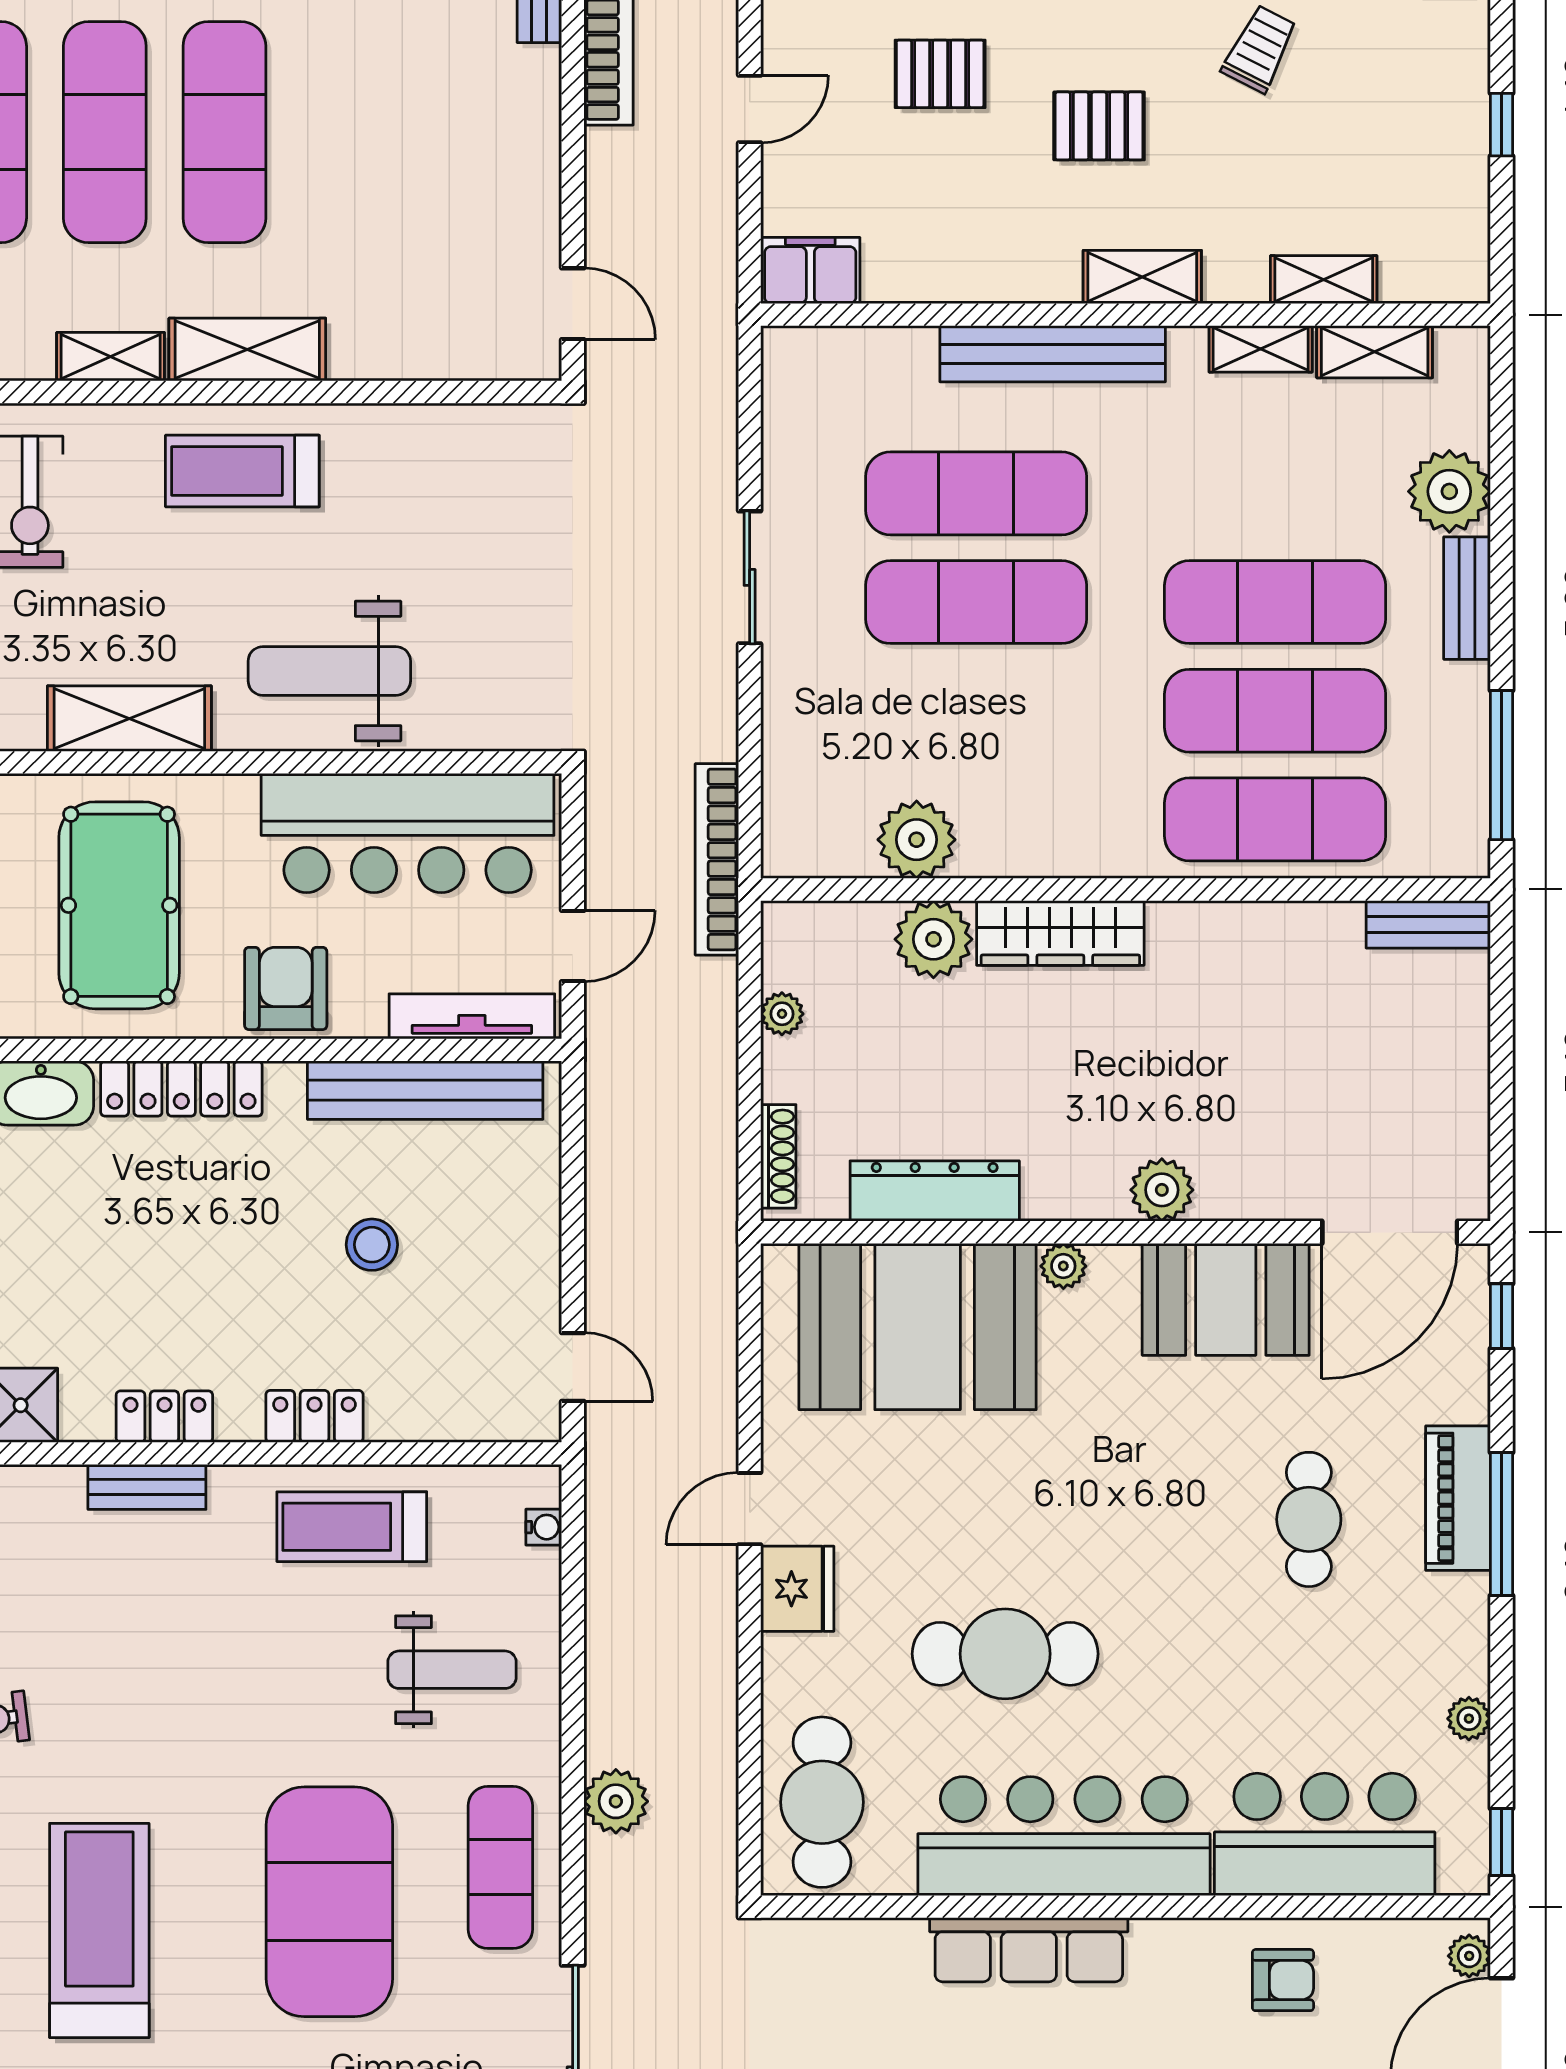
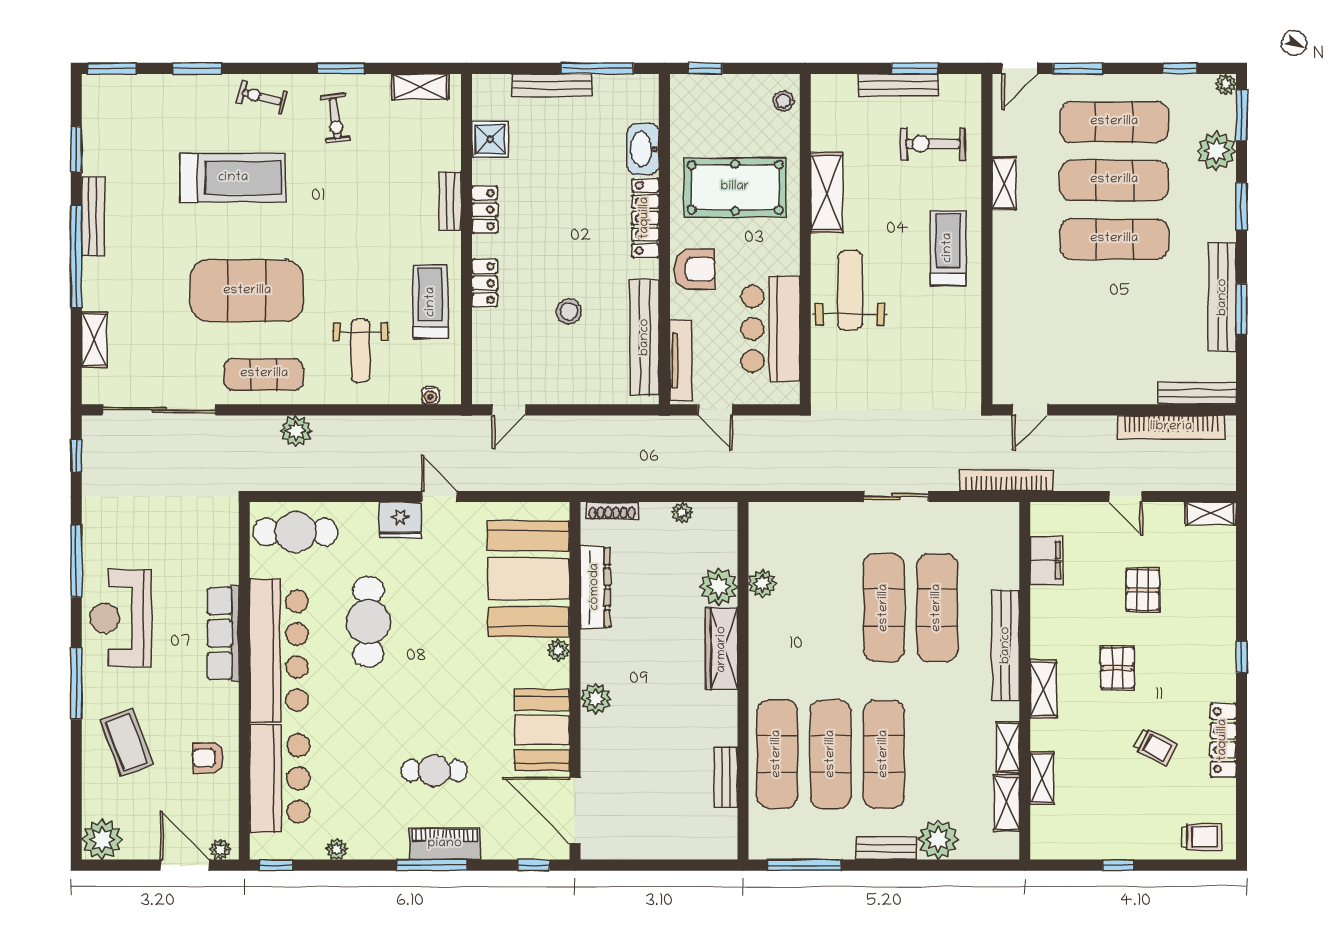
filing cabinet: (810, 270) -> (1046, 560), moved
shelving: (247, 350) -> (1008, 250), removed
bar counter: (408, 833) -> (771, 329), width x0.73
plant: (917, 840) -> (762, 583), width x0.73, depth x0.73
bookcase: (717, 859) -> (1006, 480), moved
bench: (1428, 924) -> (726, 777), moved
armchair: (1283, 1980) -> (208, 758), turned 90

